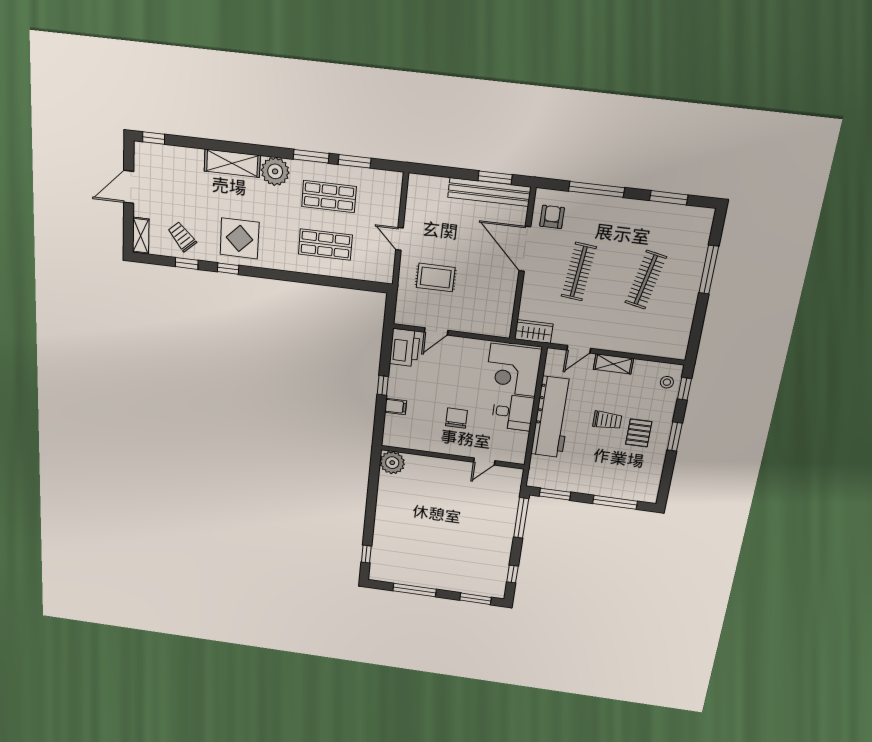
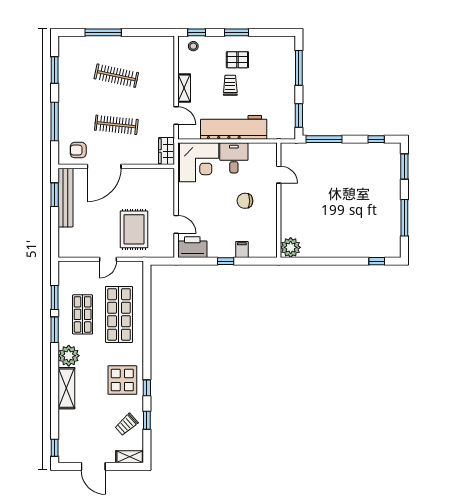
shop shelf: (325, 244) -> (119, 314), width x1.43, depth x1.36
rug: (436, 278) -> (134, 229), width x1.36, depth x1.43

